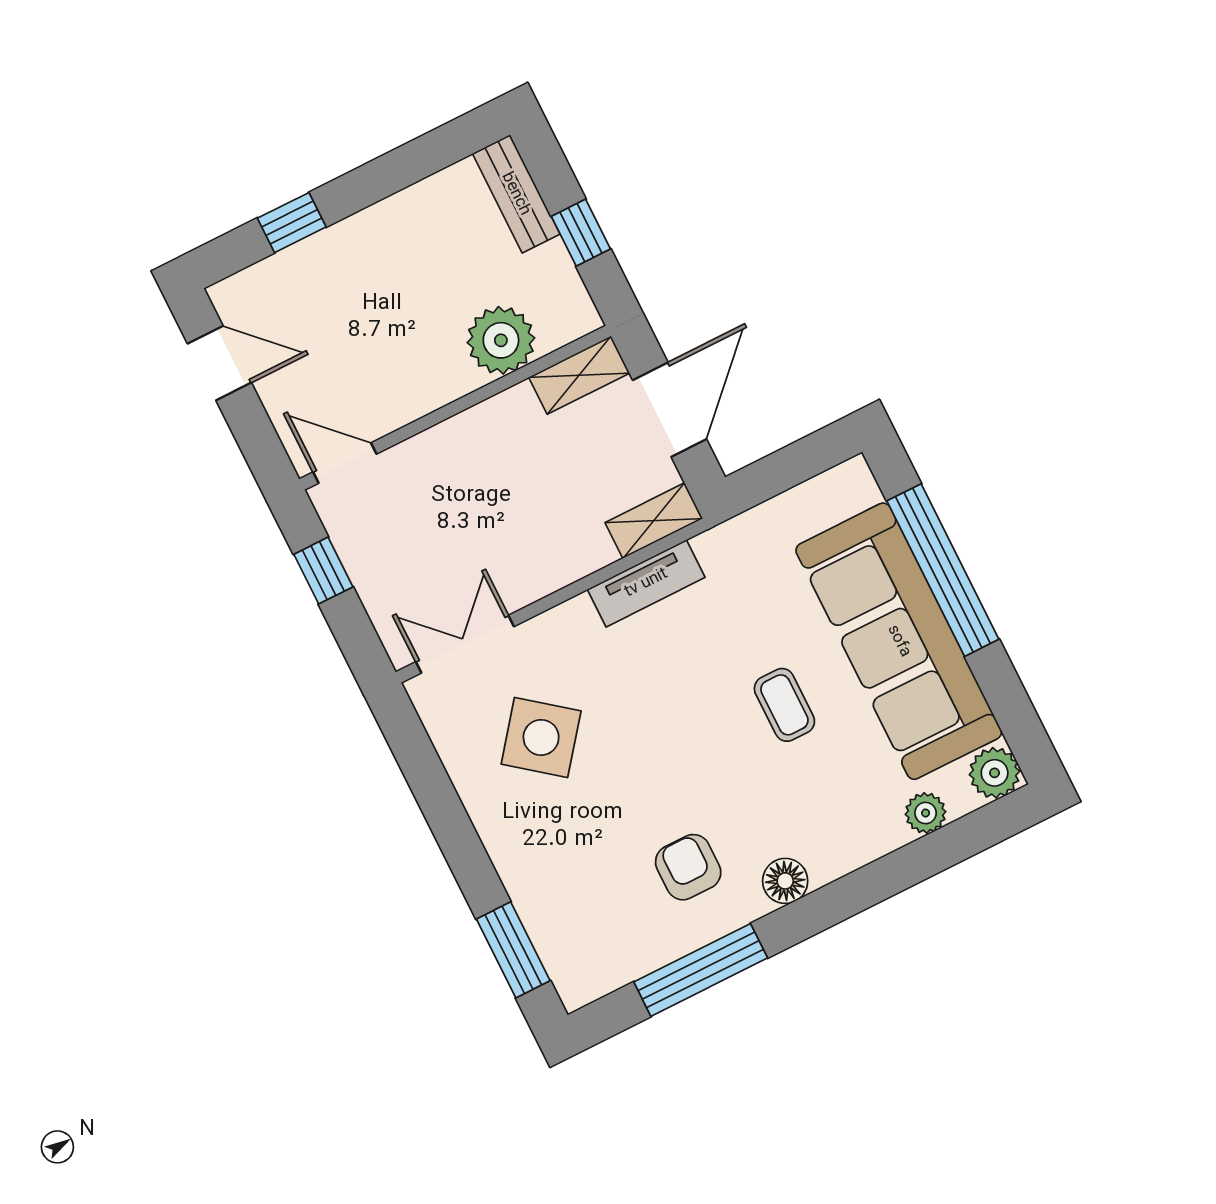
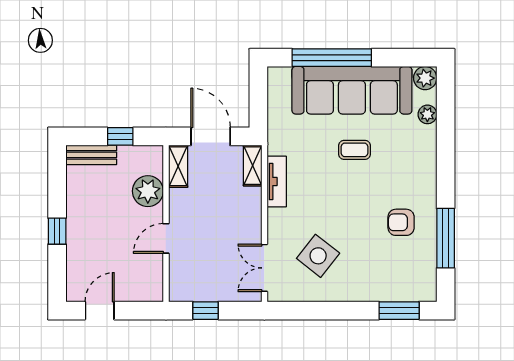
window: (292, 223) -> (57, 231), moved
door: (345, 463) -> (166, 238), moved
floor lamp: (785, 881) -> (426, 186), removed

